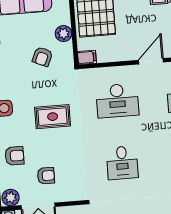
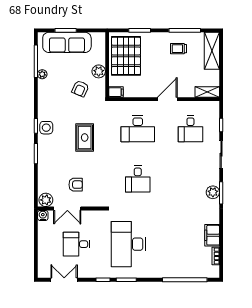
rug: (53, 117) -> (85, 137), turned 90
armchair: (14, 156) -> (52, 167), removed

